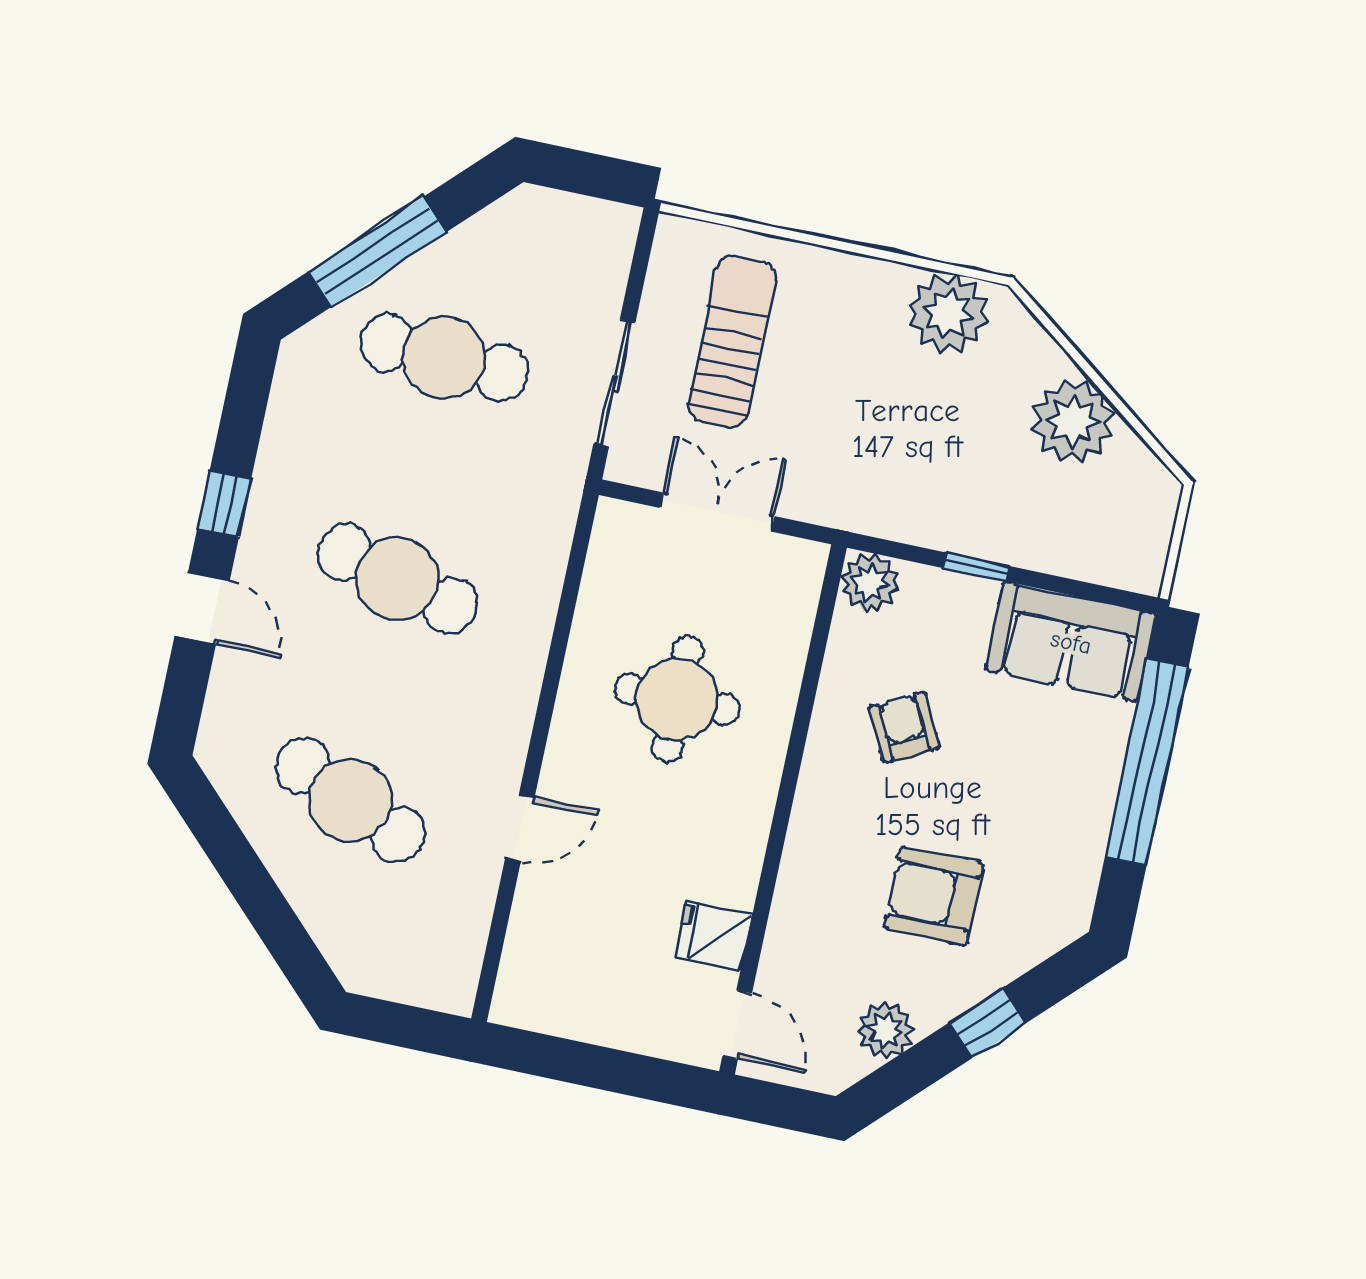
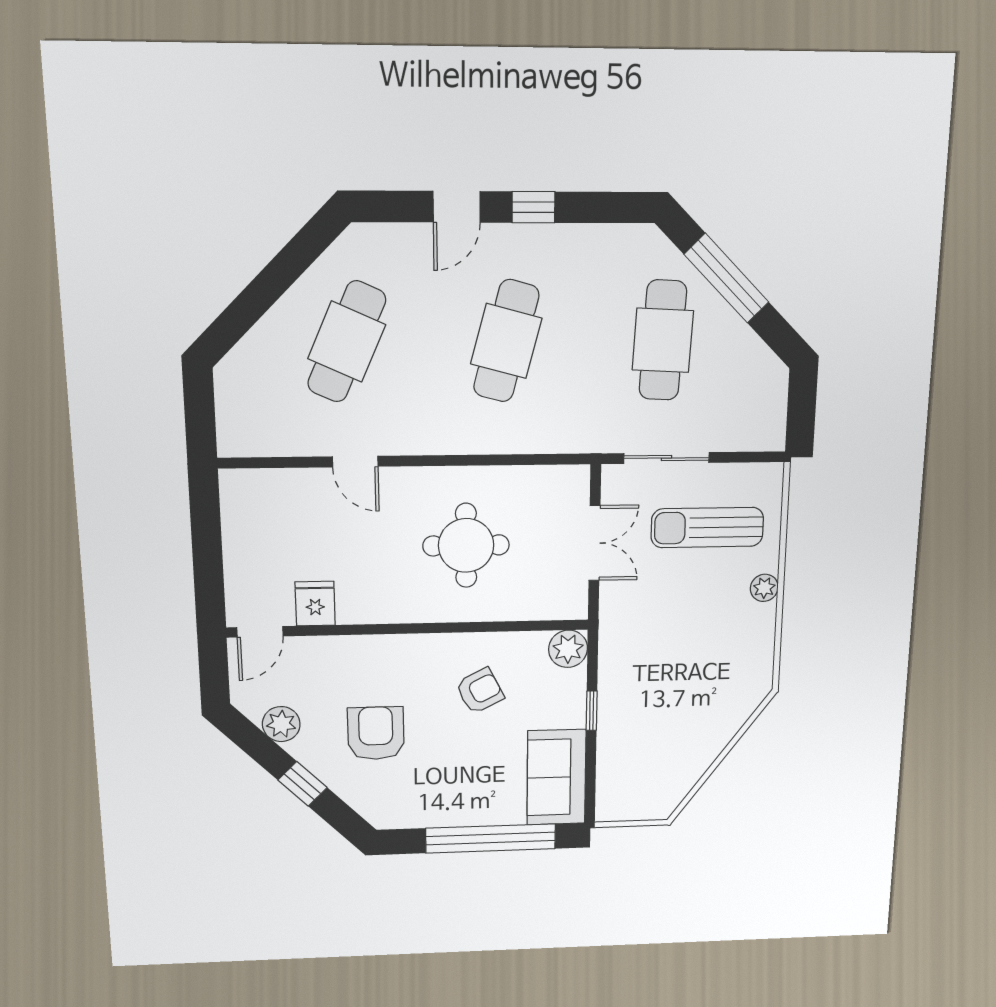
plant: (948, 313) -> (764, 588), moved, width x0.53, depth x0.53
sun lounger: (732, 341) -> (707, 528), turned 180
plant: (1073, 422) -> (694, 747), removed

